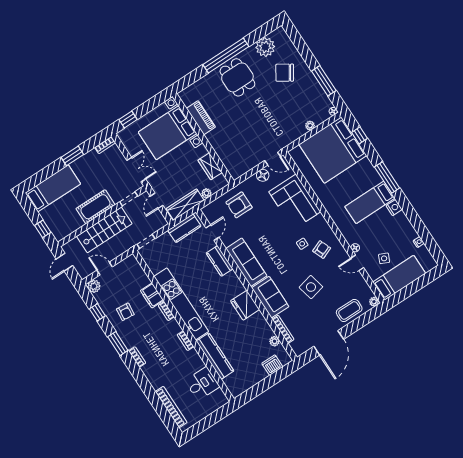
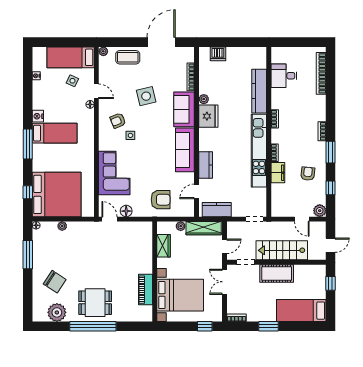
dining table: (237, 77) -> (95, 303), turned 90
plant: (274, 341) -> (204, 99), moved

